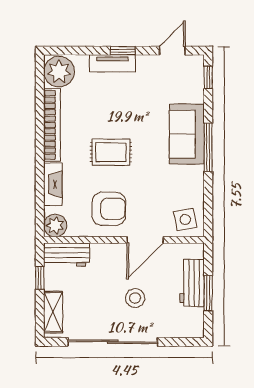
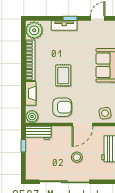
rug: (111, 152) -> (63, 75), turned 90
shelving: (53, 312) -> (31, 165), removed

